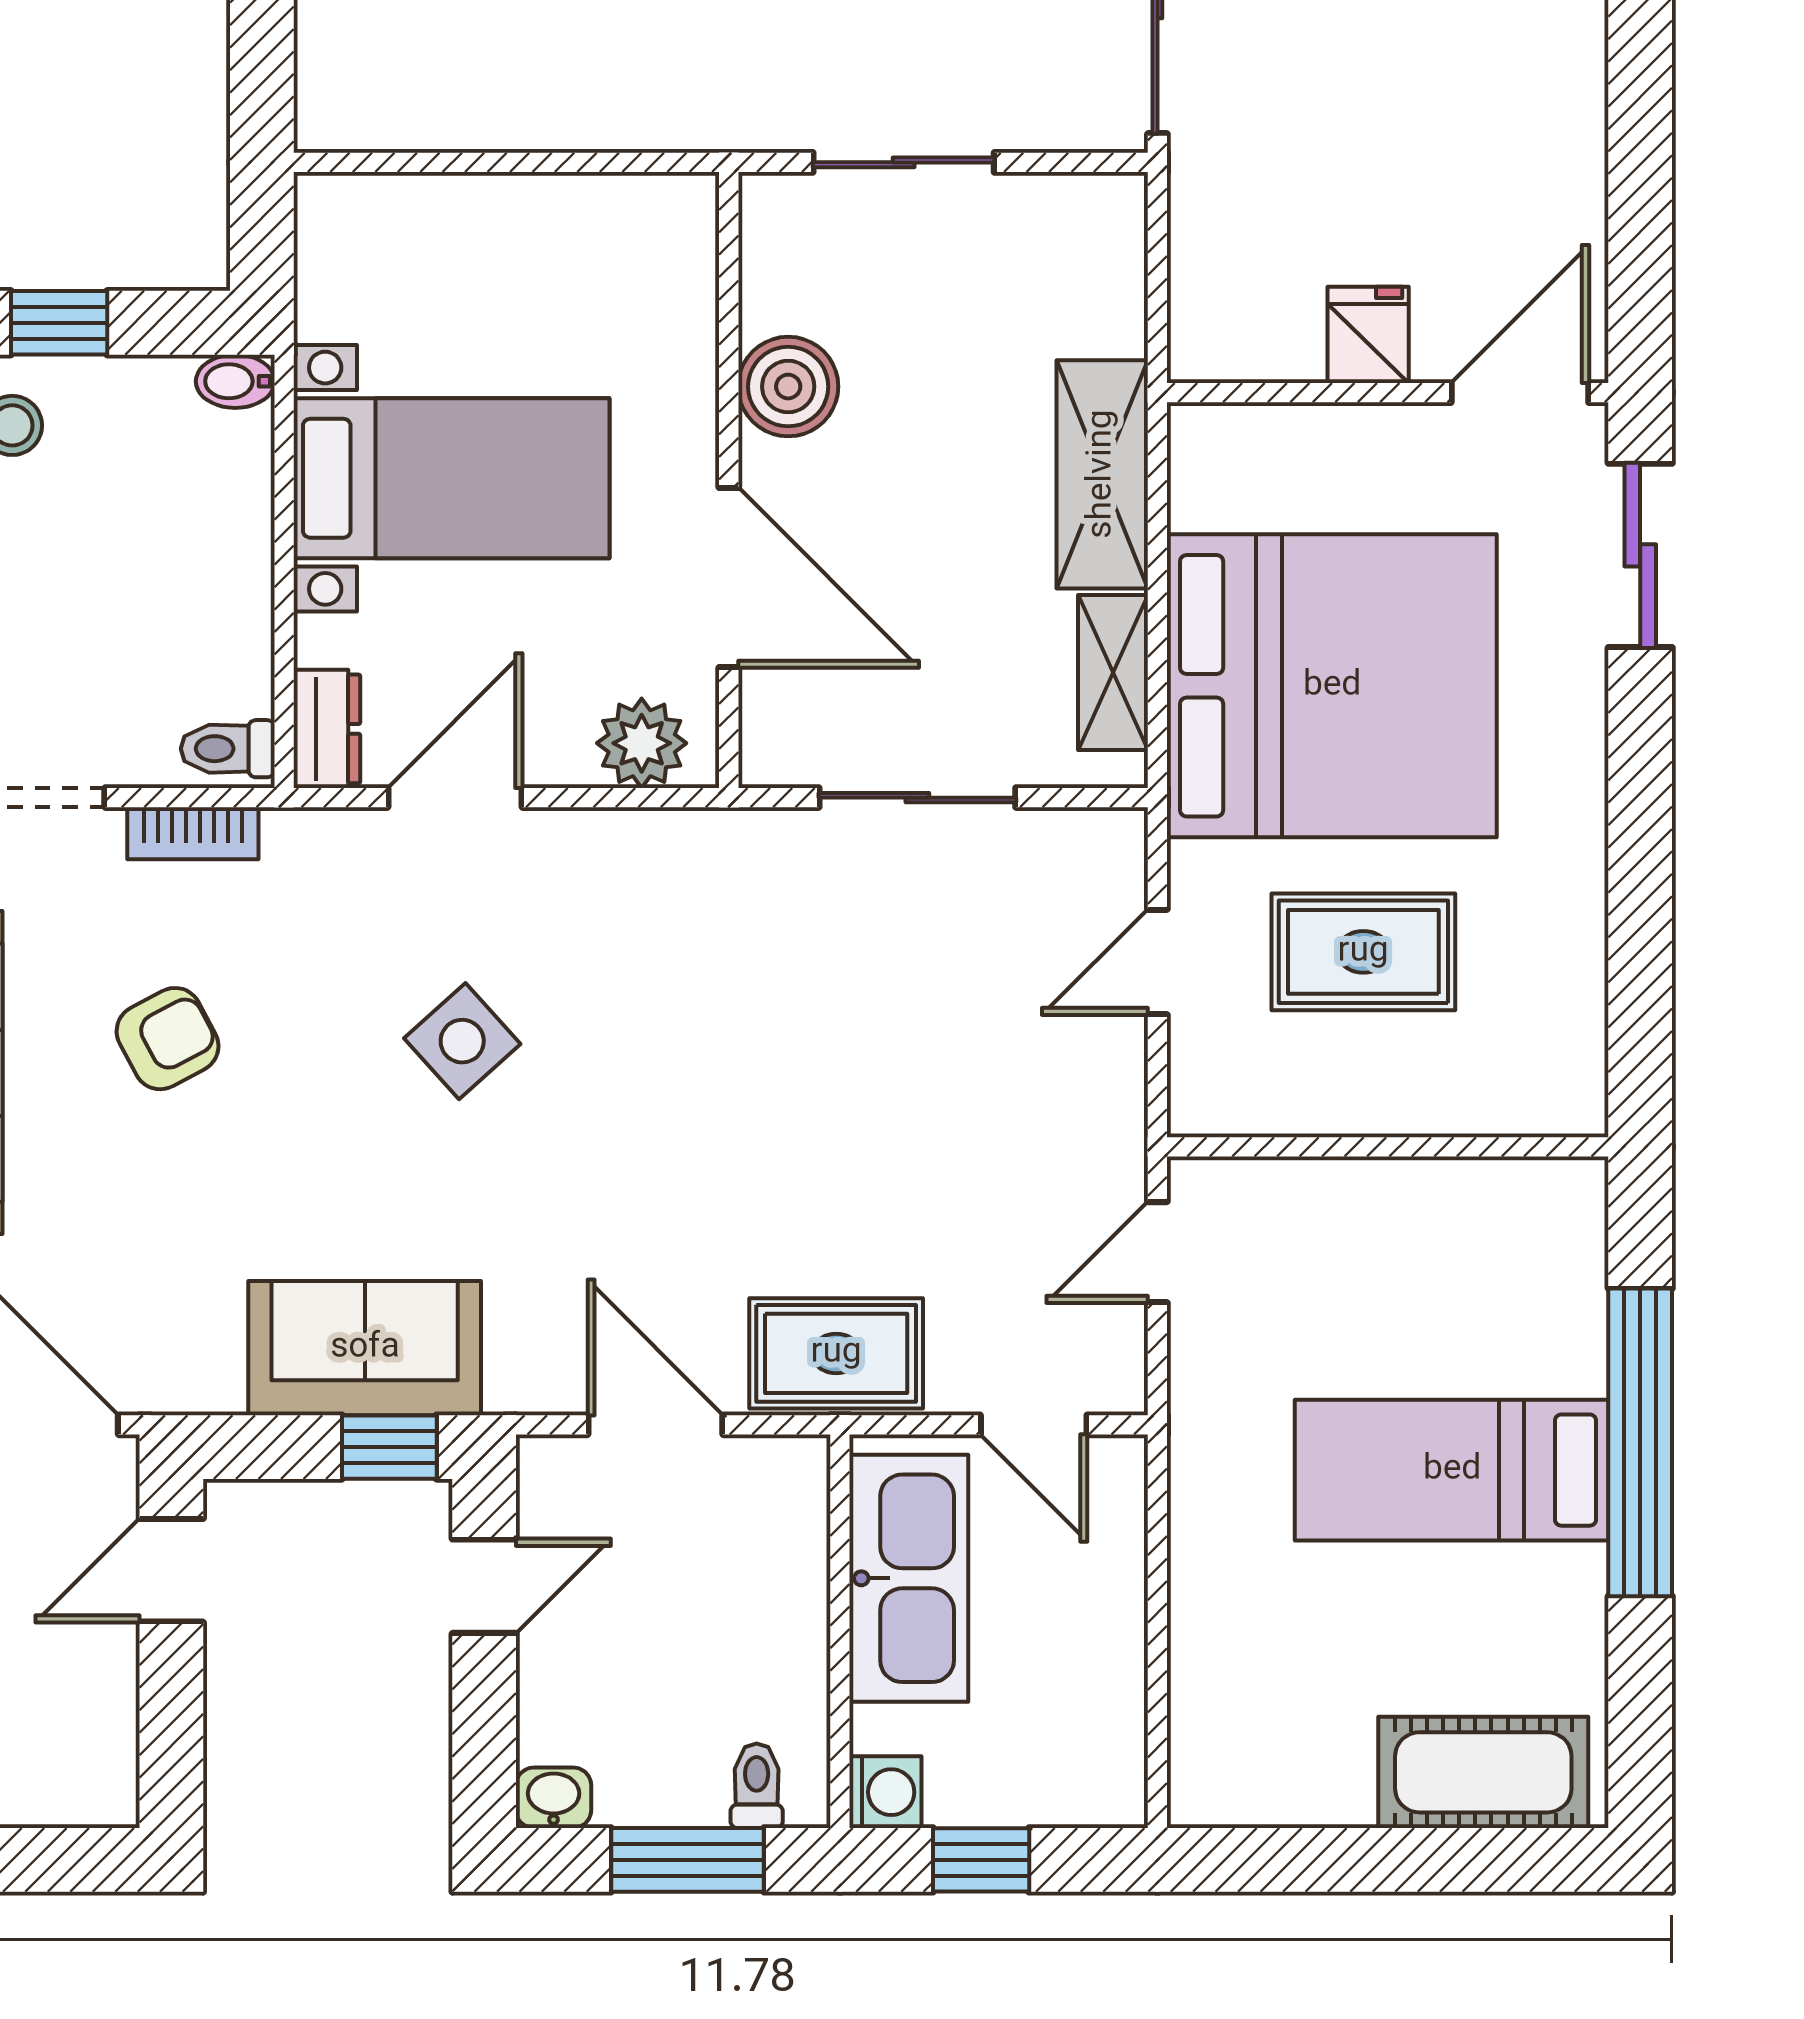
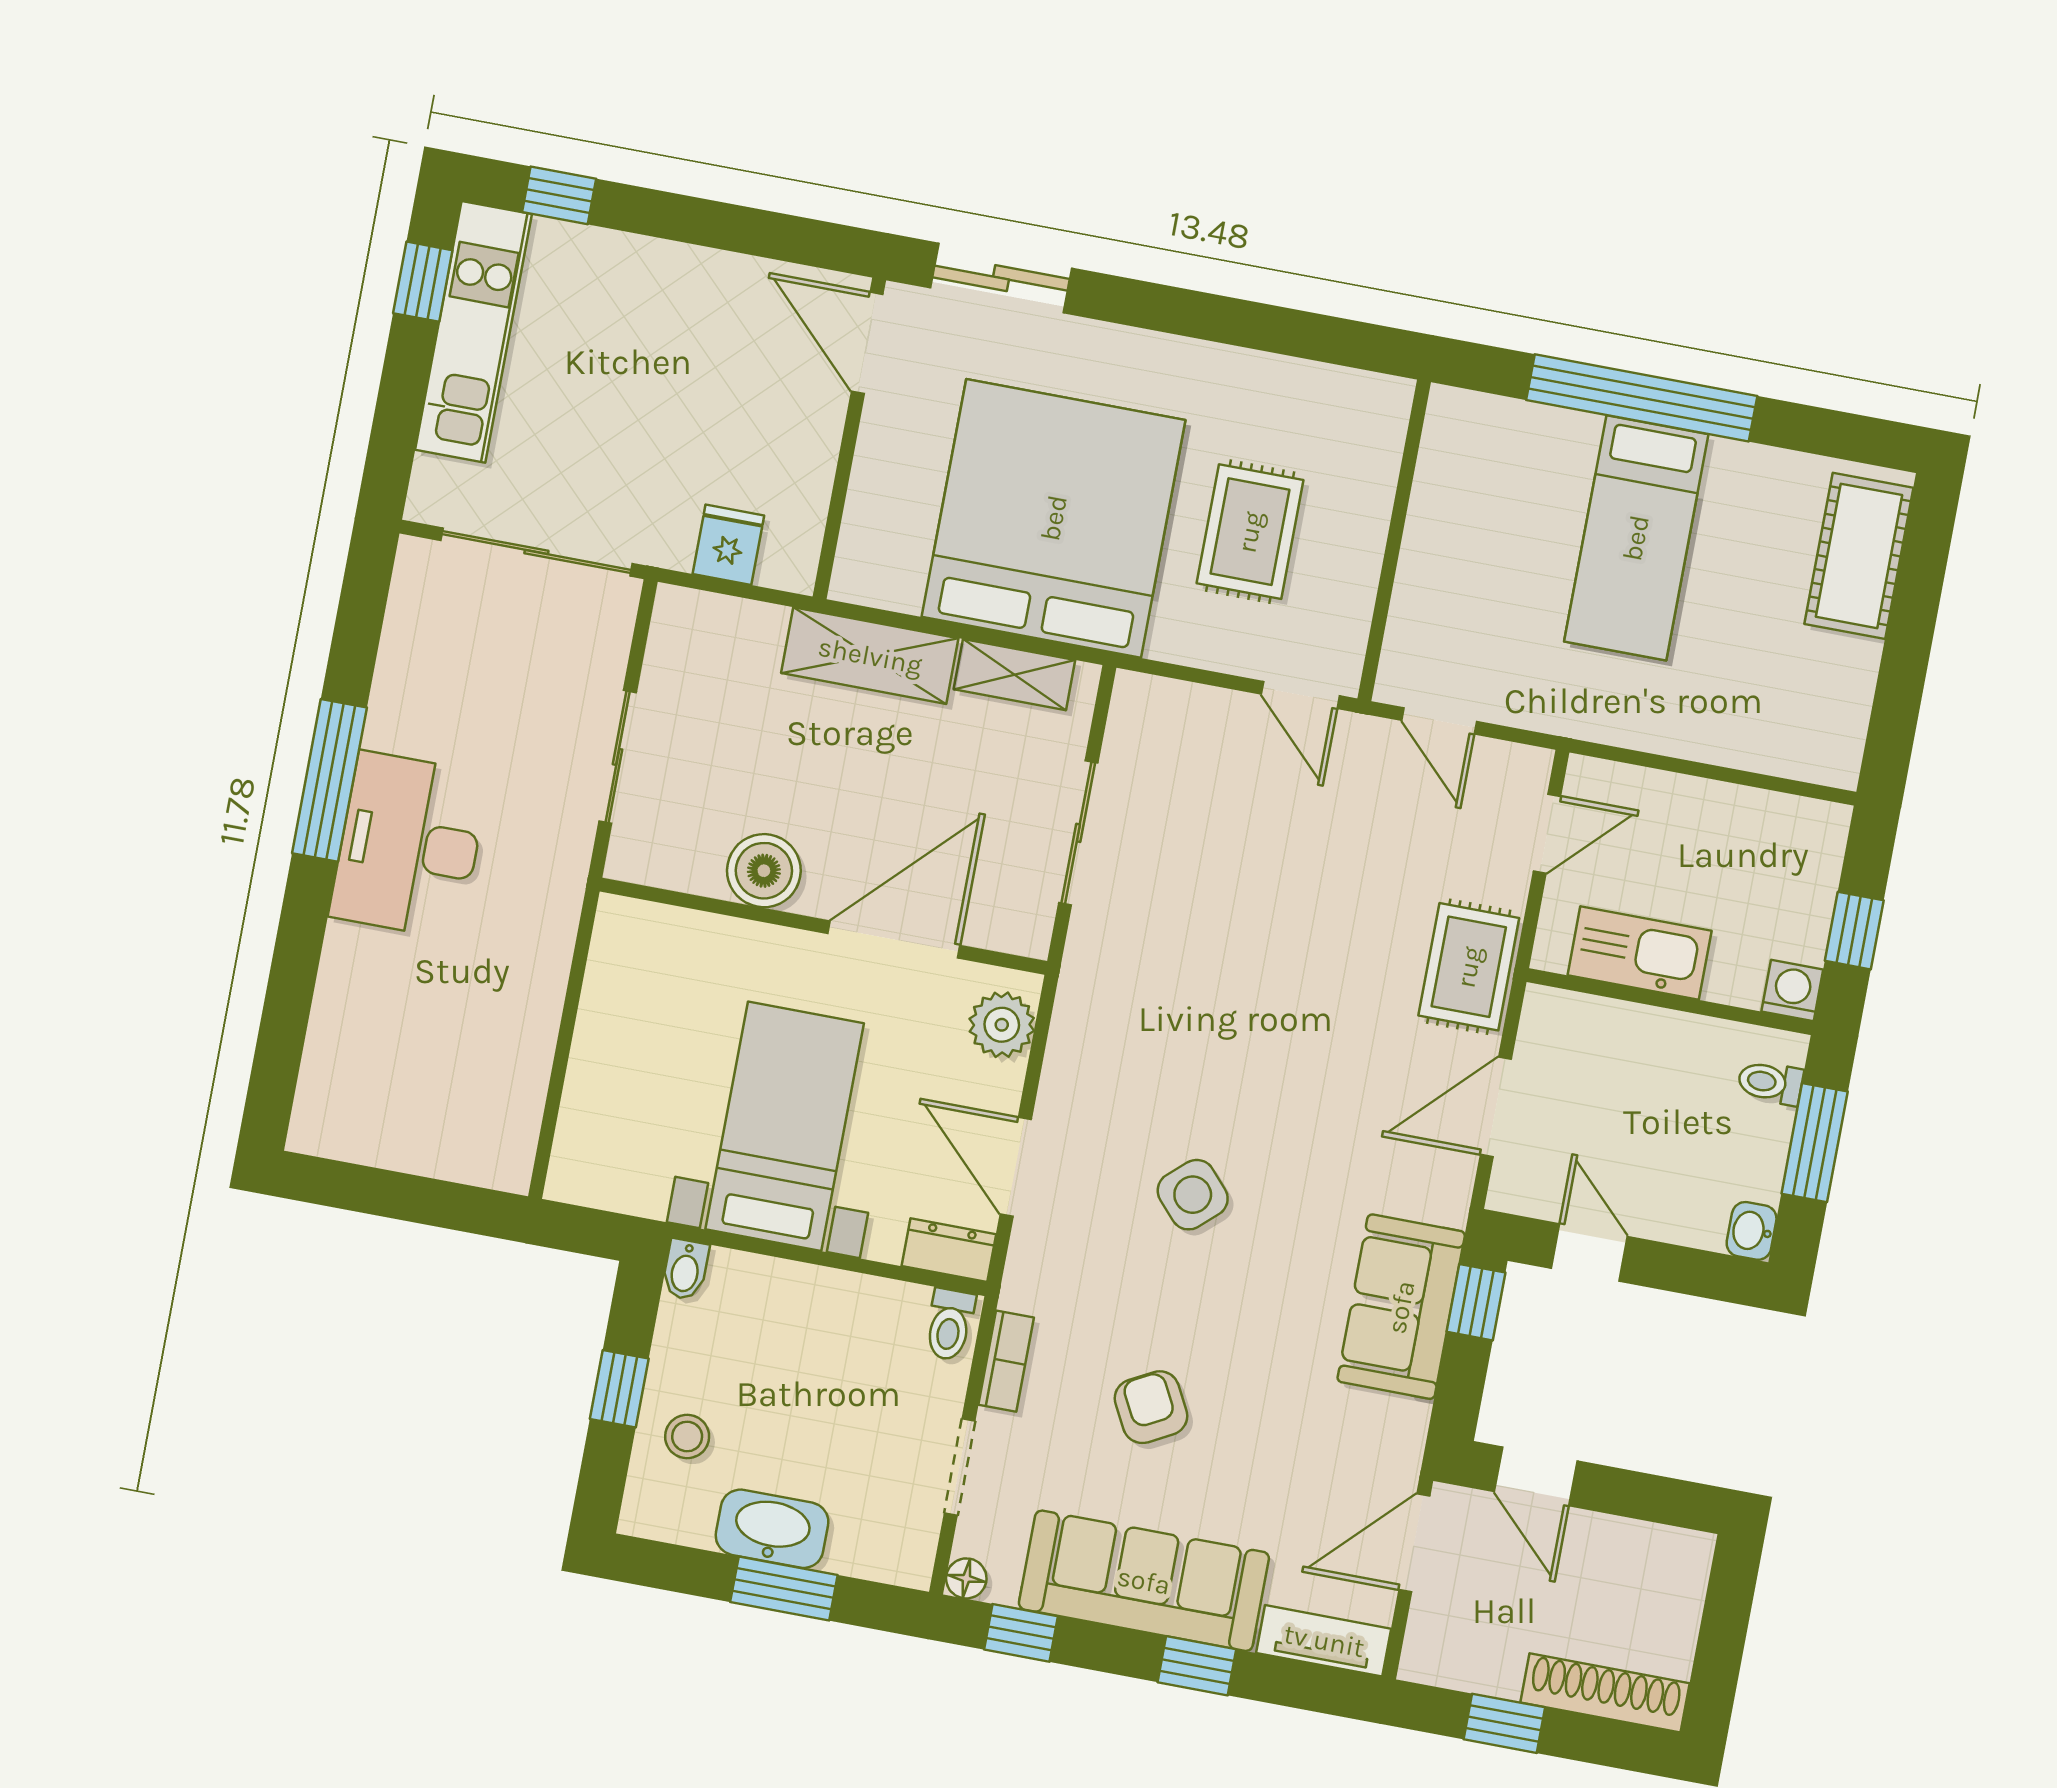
fridge: (1368, 335) -> (728, 545), moved, turned 90
door: (1157, 962) -> (1300, 695), moved
kitchen sink: (909, 1578) -> (1640, 953), width x0.73, depth x0.81

